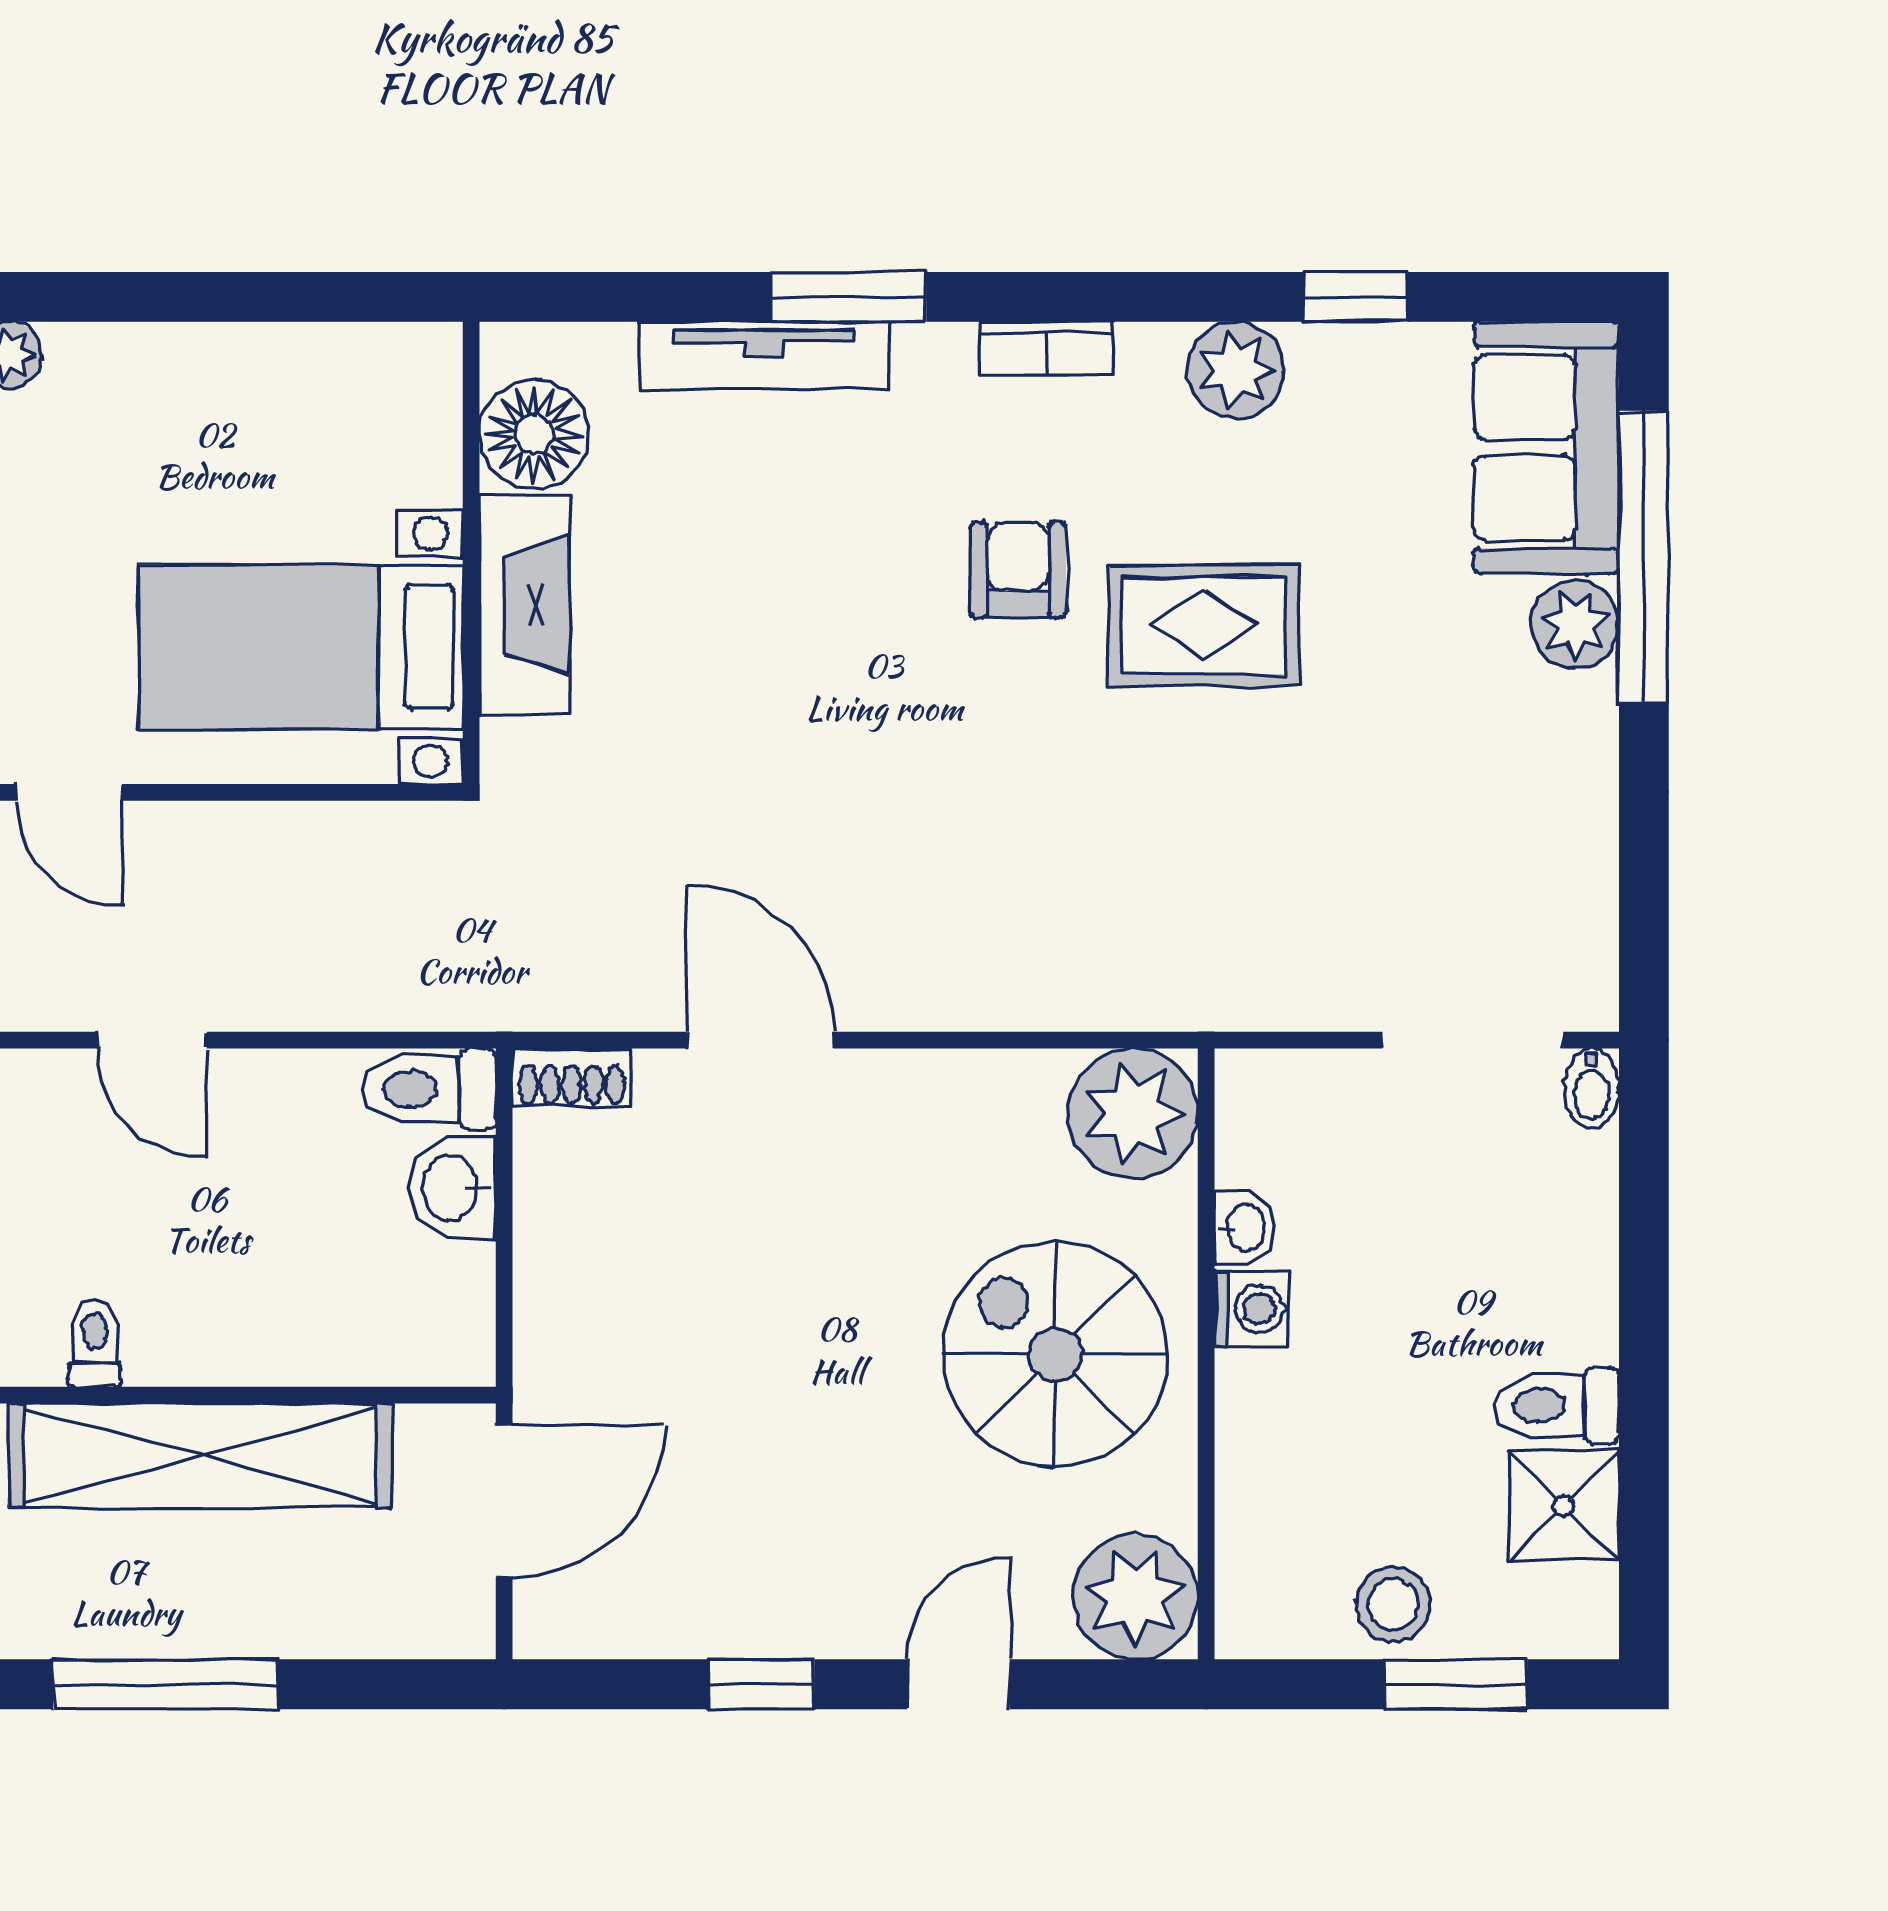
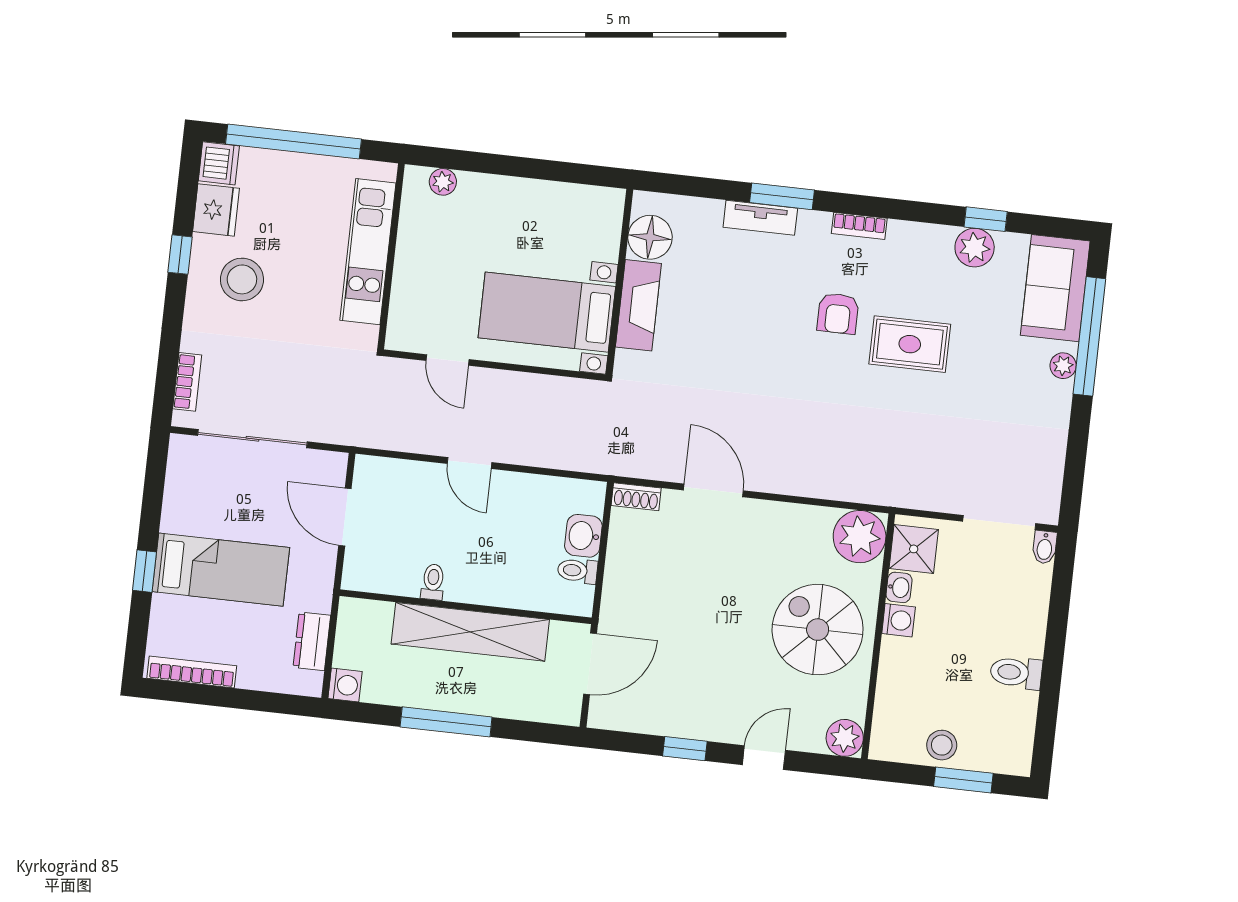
tv unit: (764, 356) -> (760, 218), width x0.71
plant: (1236, 370) -> (975, 248), moved
armchair: (1018, 570) -> (838, 313), turned 180
plant: (1575, 624) -> (1063, 366), width x0.73, depth x0.73
toilet: (429, 1089) -> (577, 571), moved, width x0.73, depth x0.72
shower: (1564, 1505) -> (914, 549), moved
plant: (1135, 1597) -> (845, 738), width x0.73, depth x0.73

